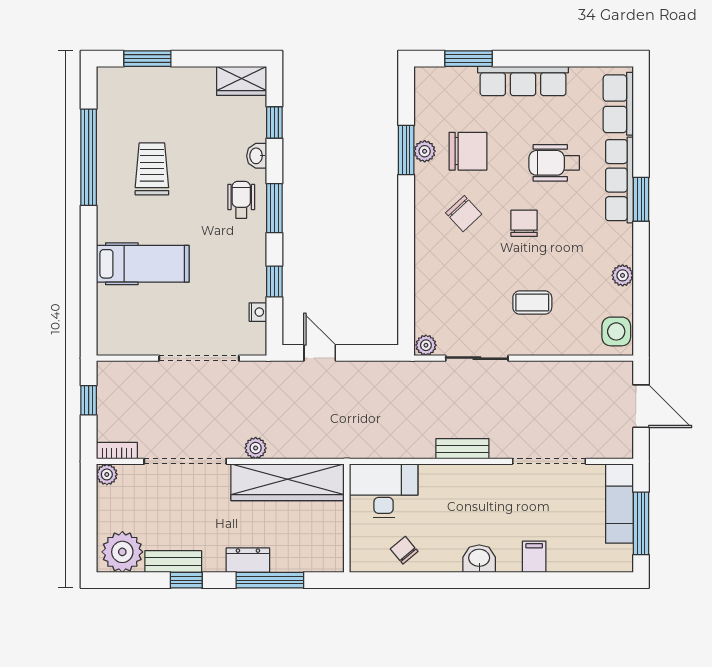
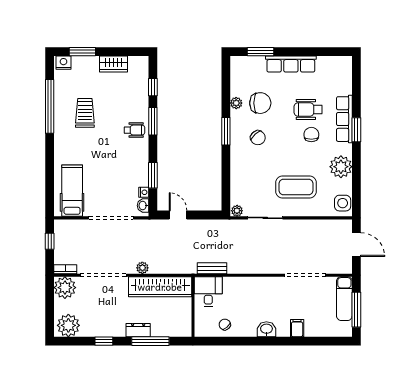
nightstand: (113, 79) -> (63, 63), added
wardrobe: (242, 81) -> (114, 64), moved
row of seats: (618, 104) -> (344, 77), removed
window: (406, 150) -> (226, 131), moved
washbasin: (257, 156) -> (143, 205), moved
wheelchair: (241, 200) -> (134, 130), turned 90
window: (274, 208) -> (153, 121), moved
chair: (524, 223) -> (311, 135), moved
hospital bed: (143, 264) -> (72, 191), moved, turned -90
plant: (623, 275) -> (341, 167), width x1.87, depth x1.87
window: (274, 281) -> (153, 175), width x1.50
coffee table: (532, 302) -> (296, 187), width x1.86, depth x1.72
bench: (462, 449) -> (212, 268), moved
plant: (107, 474) -> (65, 288), width x1.87, depth x1.87
desk: (384, 491) -> (208, 292), width x0.73
bench: (173, 562) -> (97, 331), removed

